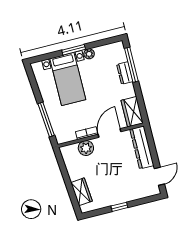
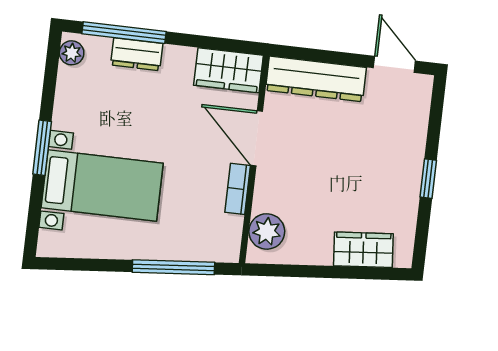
plant: (89, 54) -> (72, 53), moved
plant: (86, 148) -> (267, 231), moved

